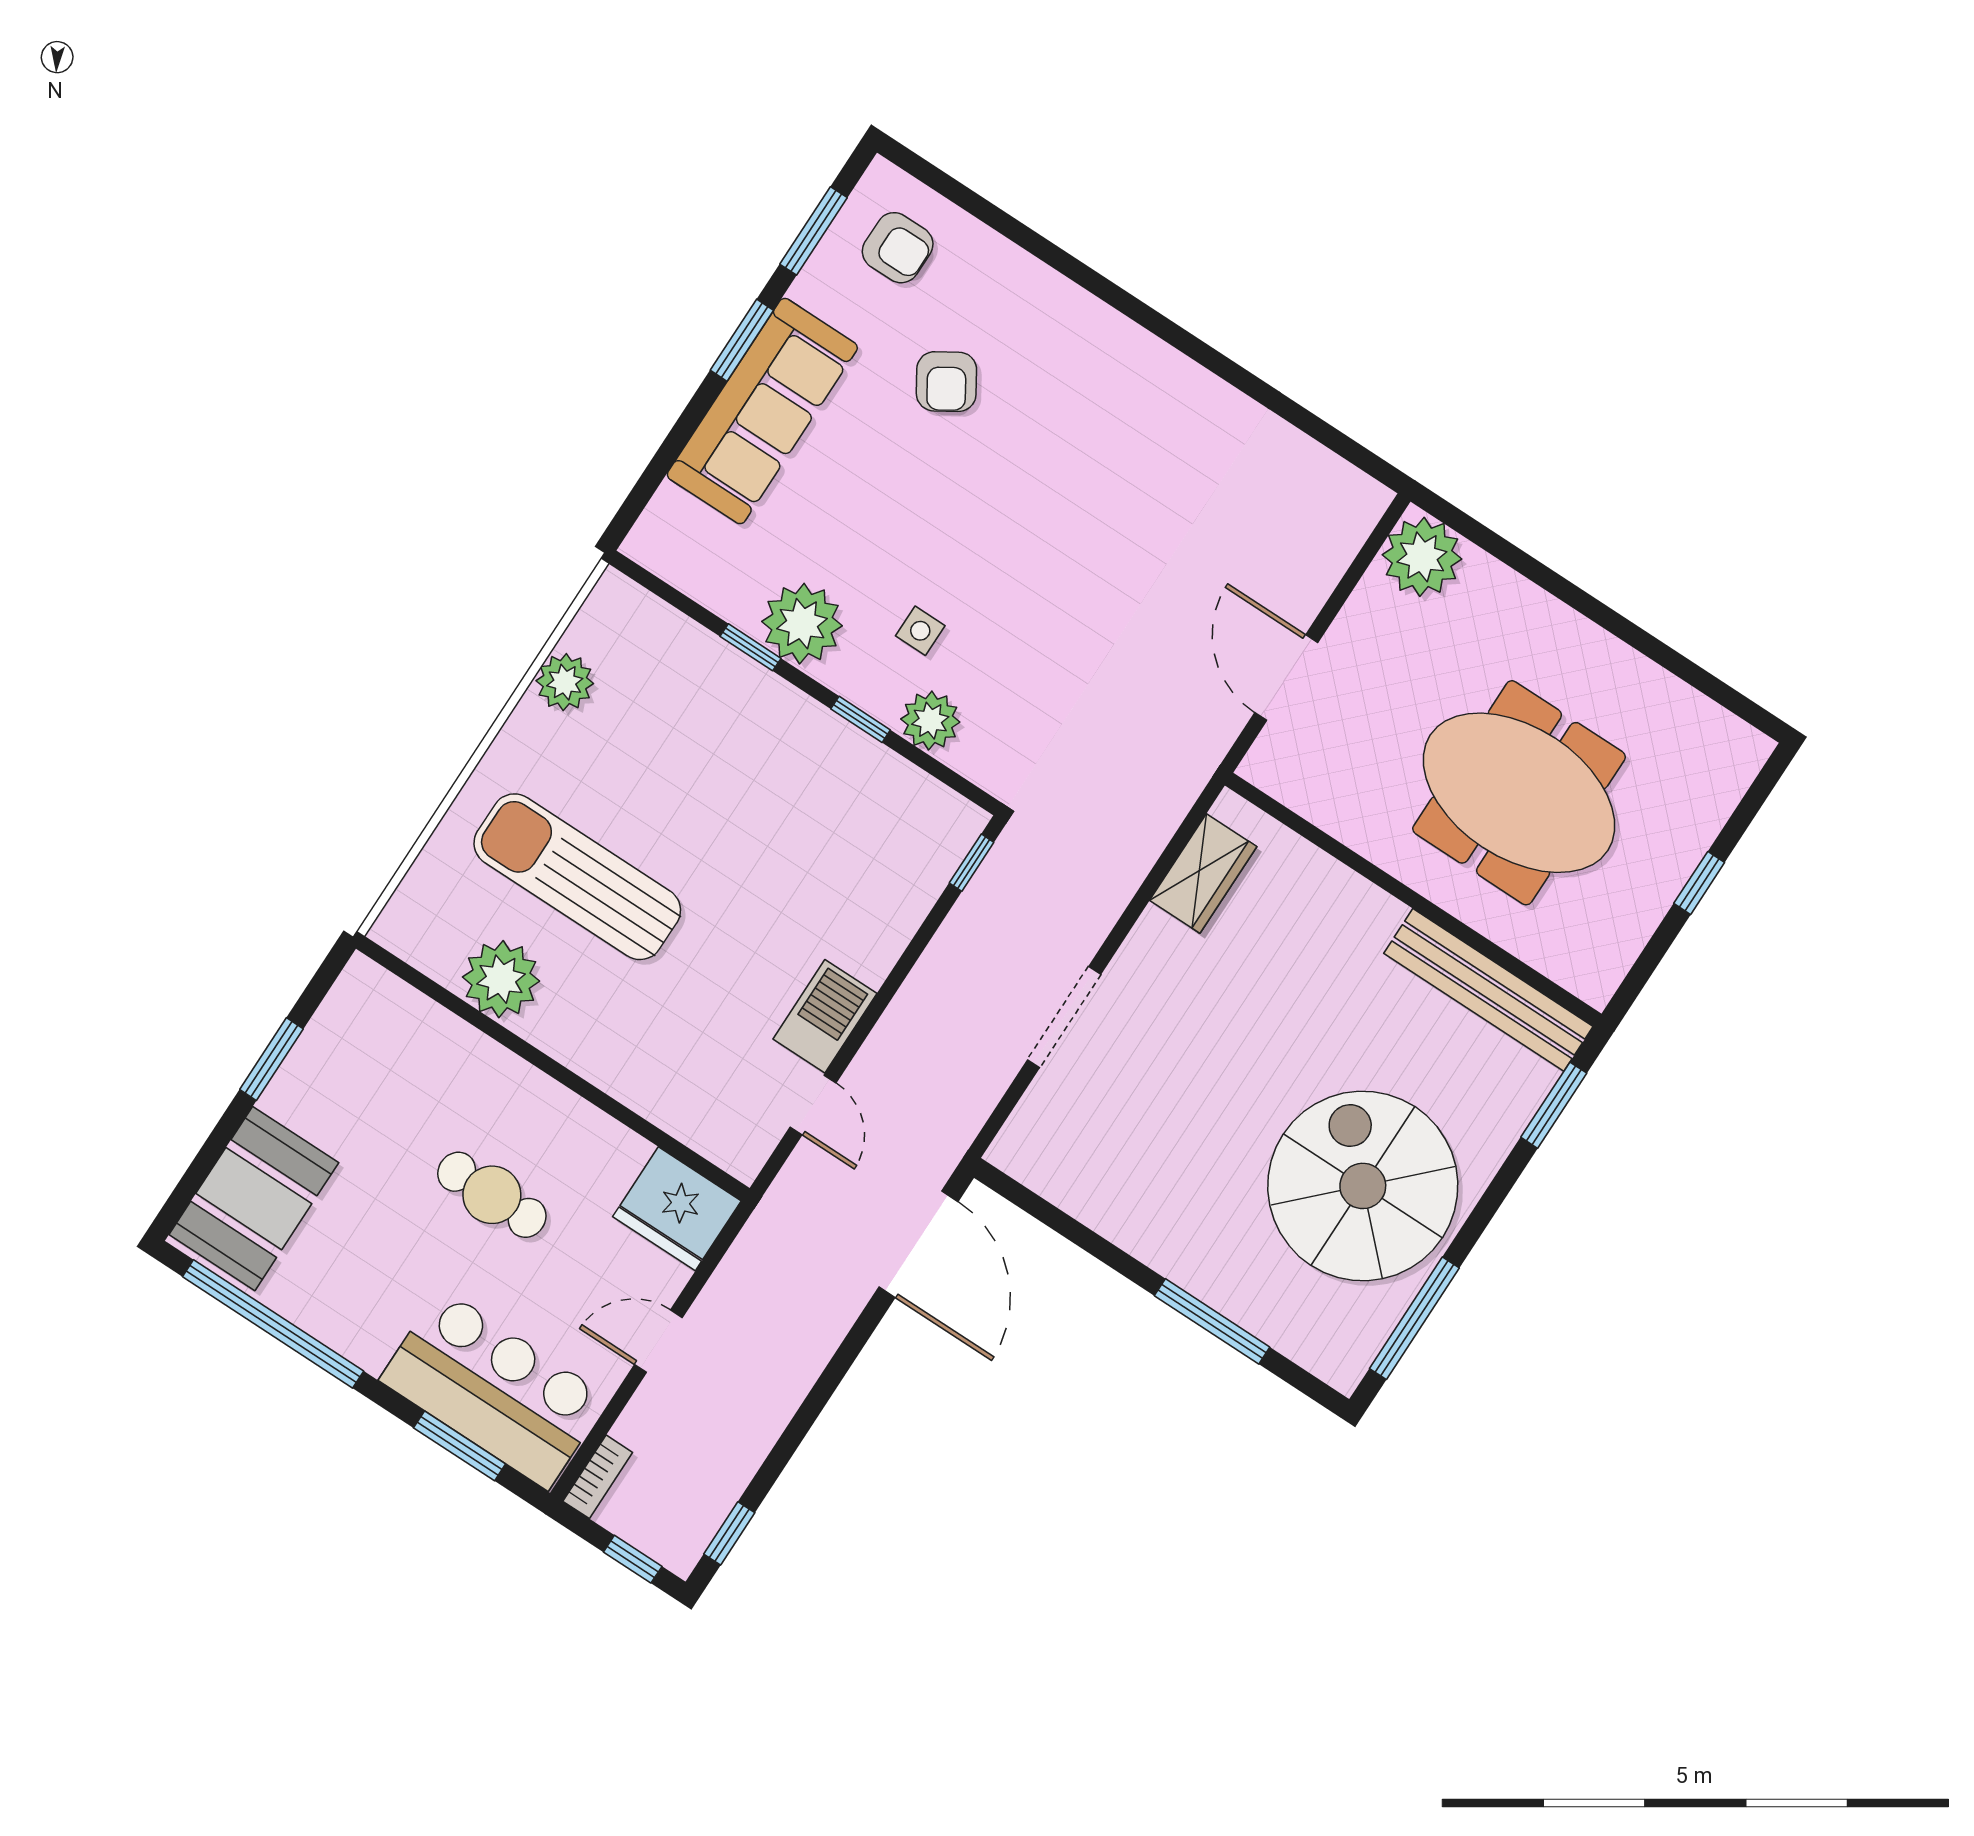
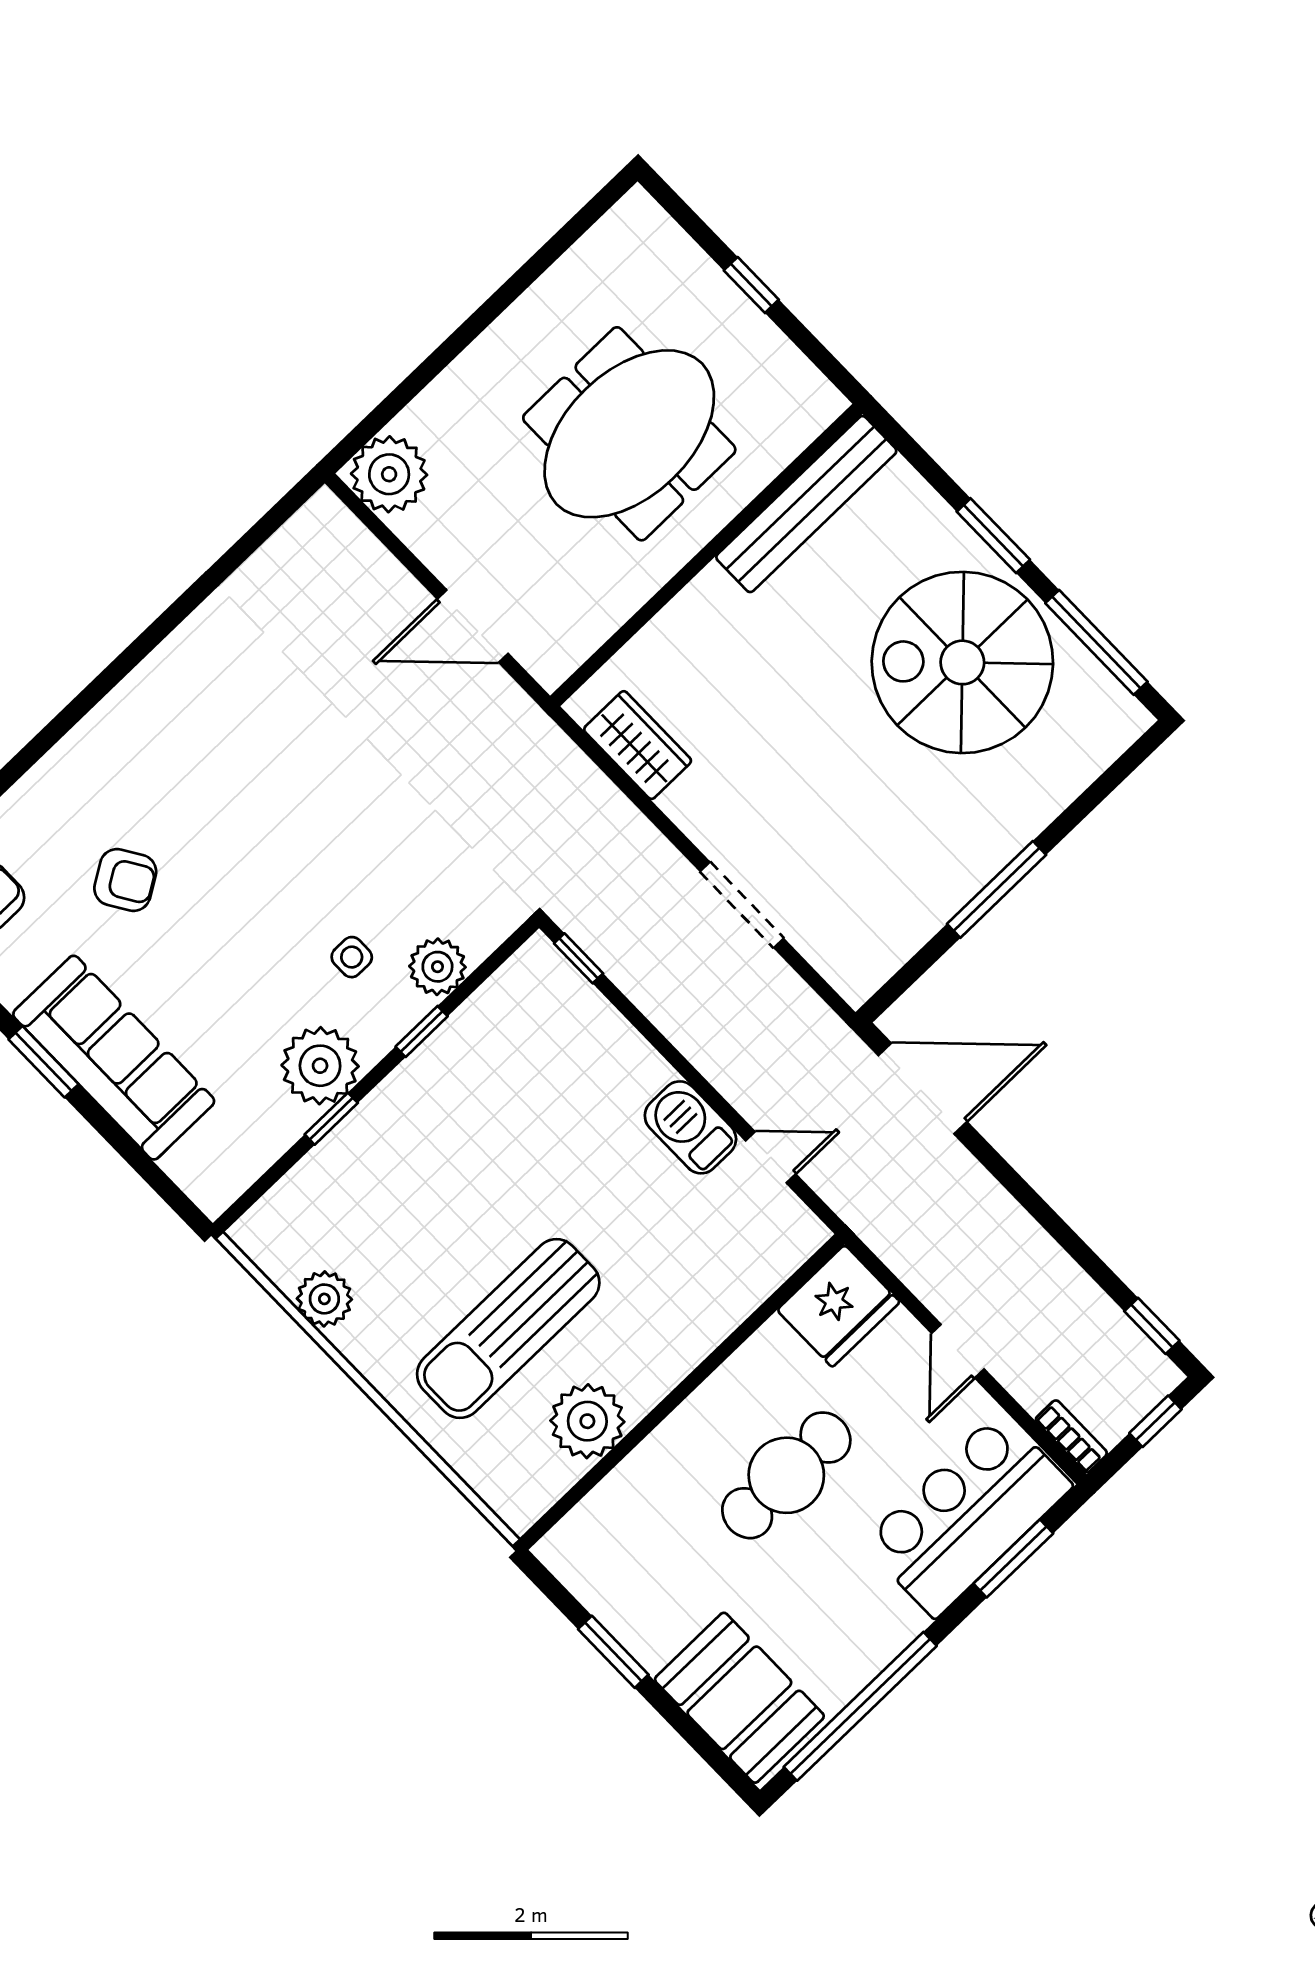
window: (1554, 1105) -> (993, 536), moved
cafe table: (492, 1195) -> (786, 1475), width x1.37, depth x1.35
window: (1212, 1321) -> (997, 889), moved

